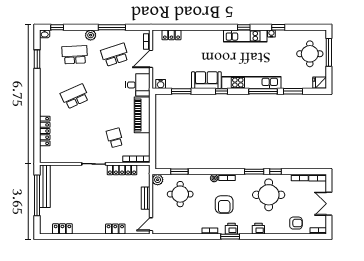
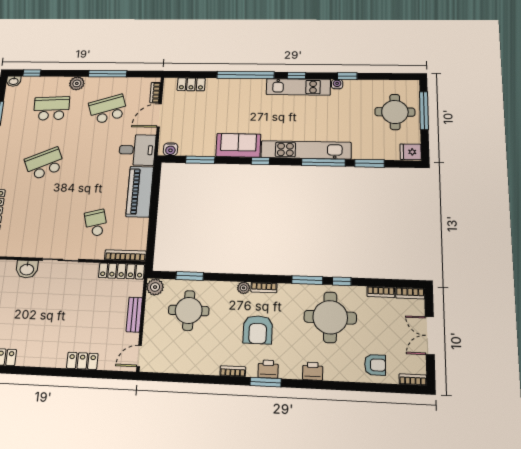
window: (209, 27) -> (245, 75), added
locker: (122, 170) -> (121, 271), moved
washbasin: (72, 171) -> (27, 269), added

